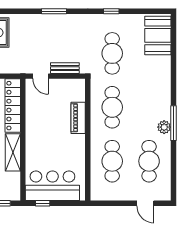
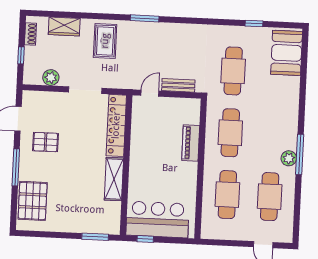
window: (54, 11) -> (145, 18), moved
window: (111, 11) -> (254, 24), moved
door: (41, 76) -> (150, 93), swing flipped

